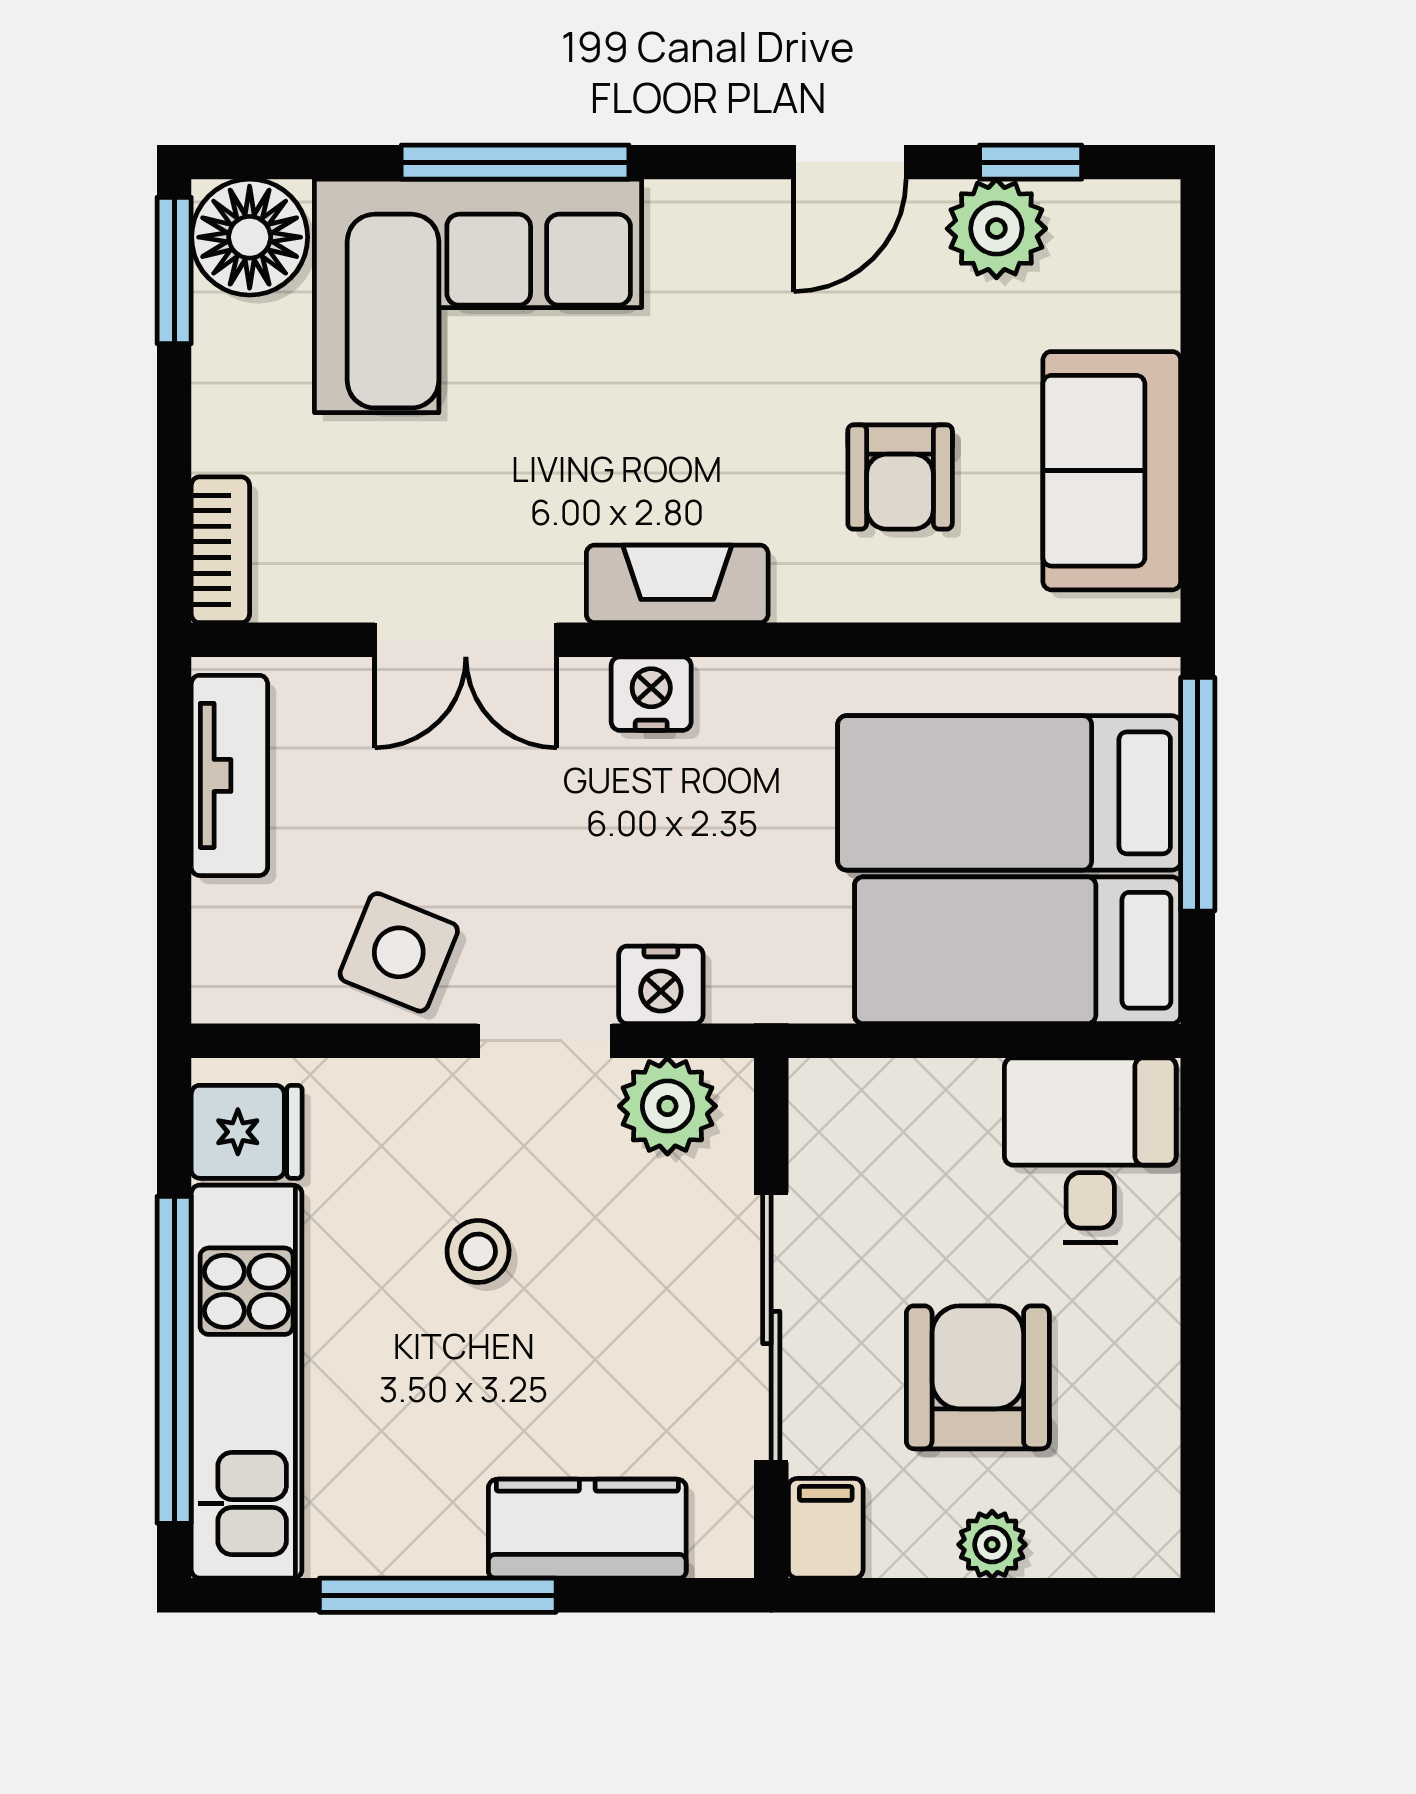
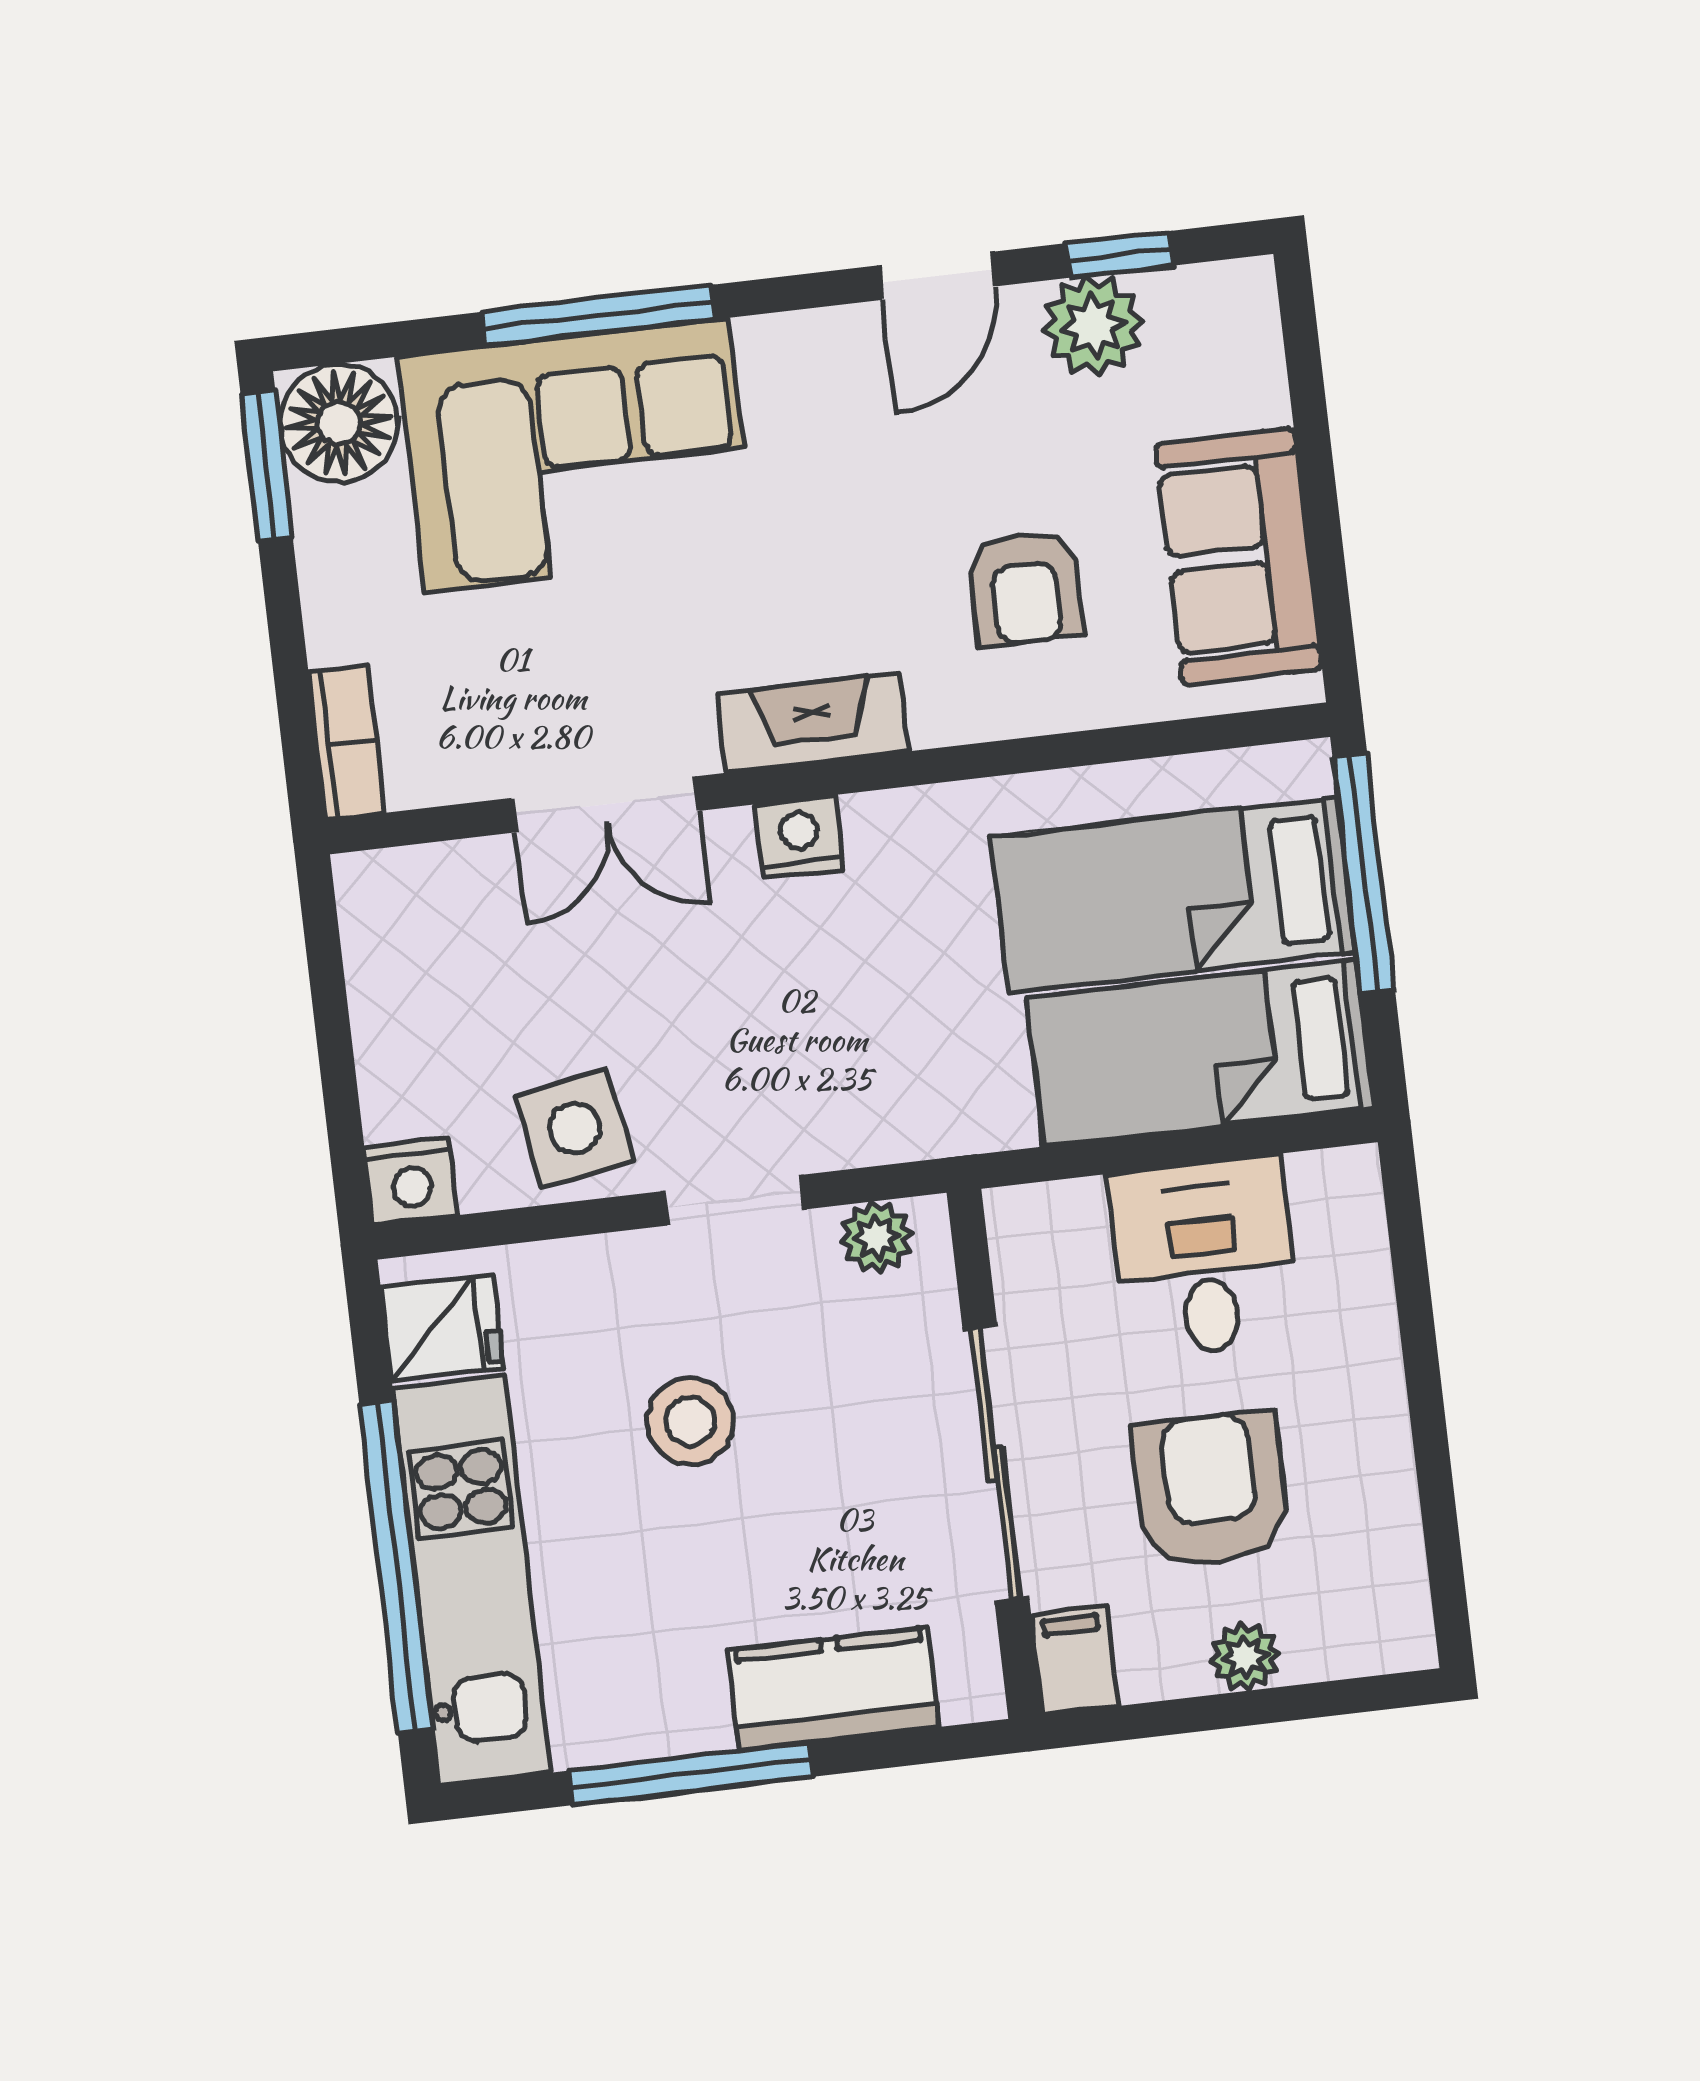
tv unit: (229, 775) -> (382, 970), removed
side table: (399, 952) -> (575, 1128), turned -32
nightstand: (661, 985) -> (411, 1181), moved
plant: (667, 1106) -> (876, 1237), width x0.73, depth x0.73
desk: (1090, 1150) -> (1204, 1257), moved
stool: (478, 1251) -> (690, 1421), width x1.37, depth x1.37

